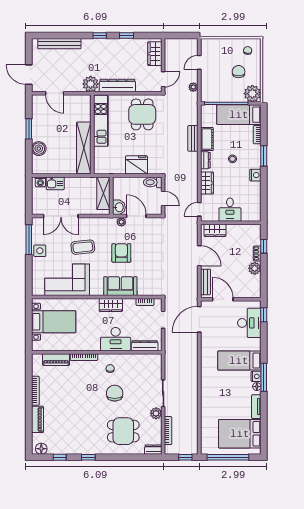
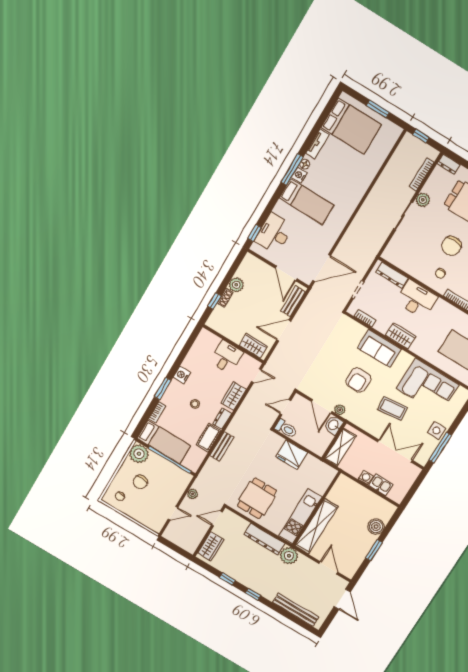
shelving: (84, 148) -> (317, 526), moved
washing machine: (40, 182) -> (366, 478), moved
door: (163, 199) -> (285, 407), hinge flipped
door: (199, 256) -> (284, 331), hinge flipped
window: (228, 457) -> (378, 109), width x0.47

